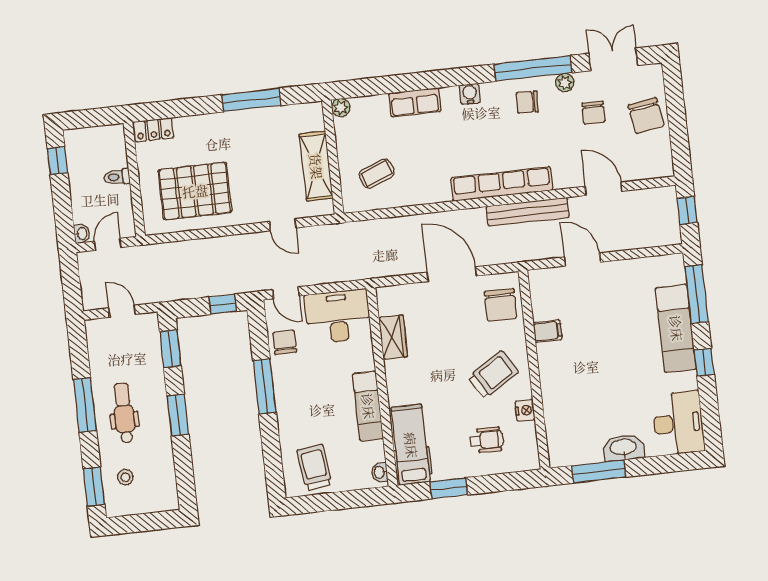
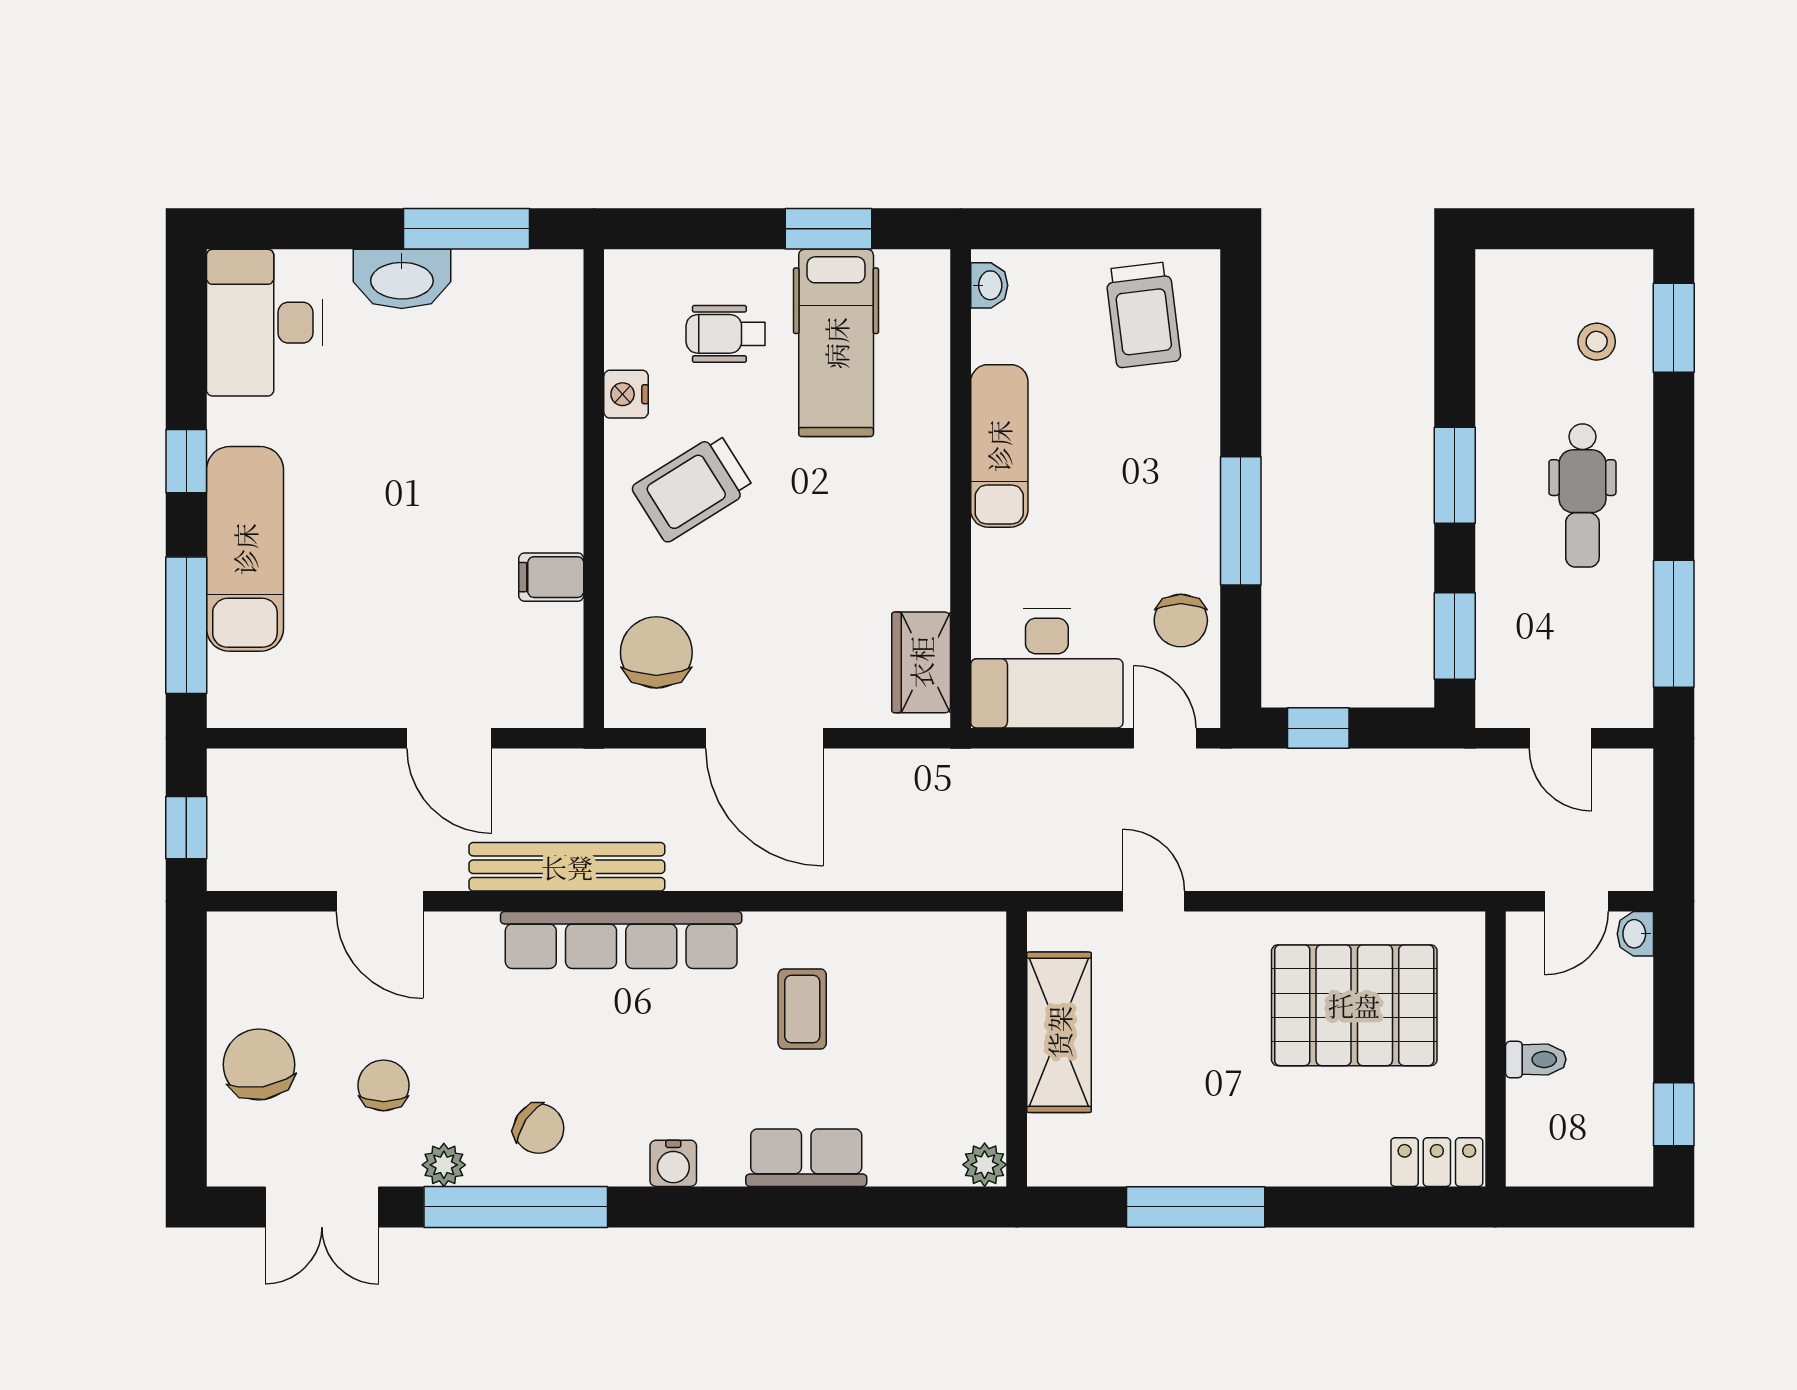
chair: (527, 102) -> (539, 1128), turned 32
coffee table: (377, 174) -> (802, 1009), moved, turned -69
wardrobe: (393, 337) -> (921, 662), moved
window: (85, 405) -> (1674, 624), moved
hospital bed: (411, 445) -> (836, 343), moved

